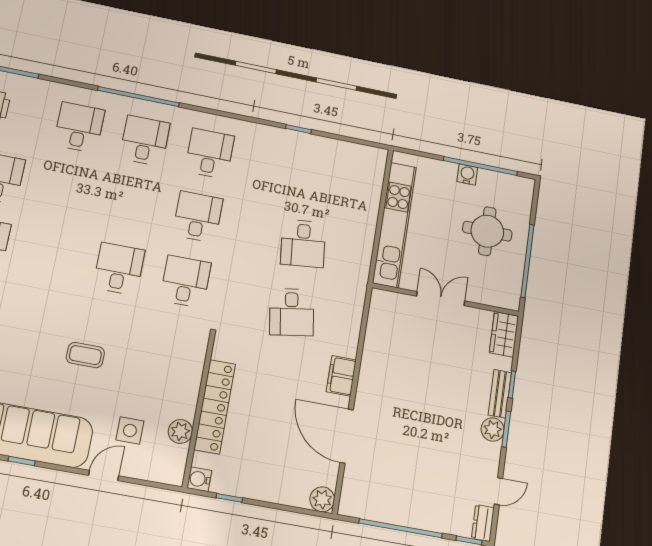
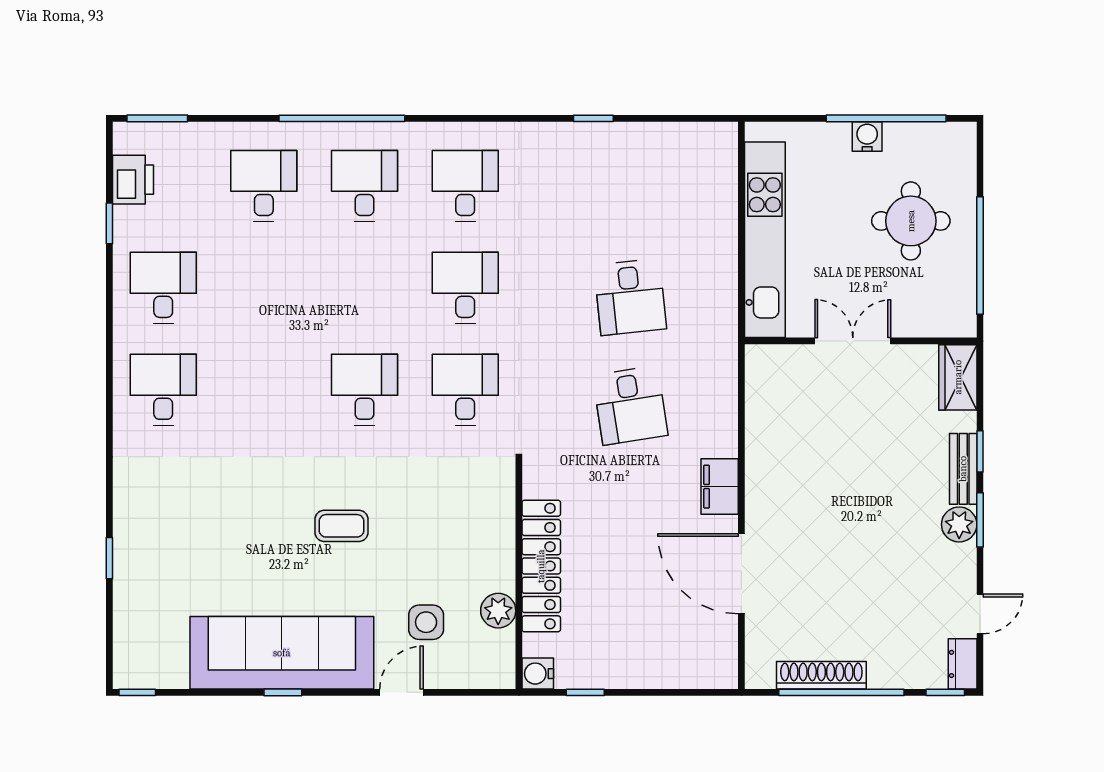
plant: (322, 499) -> (720, 671), removed
shoe rack: (389, 514) -> (821, 675), added

